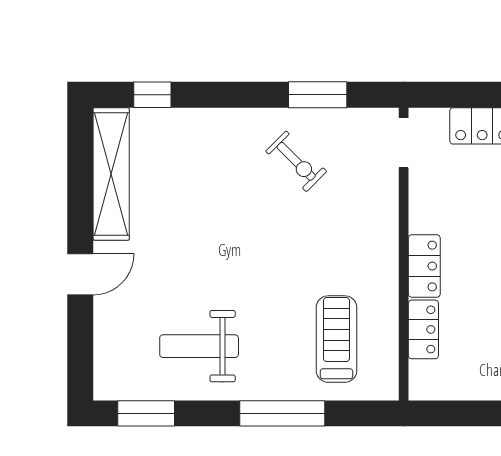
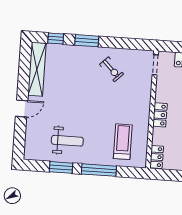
window: (318, 95) -> (87, 41), moved
locker: (423, 329) -> (157, 157), moved
weight bench: (199, 346) -> (67, 141), turned 180
window: (146, 413) -> (61, 167), moved

